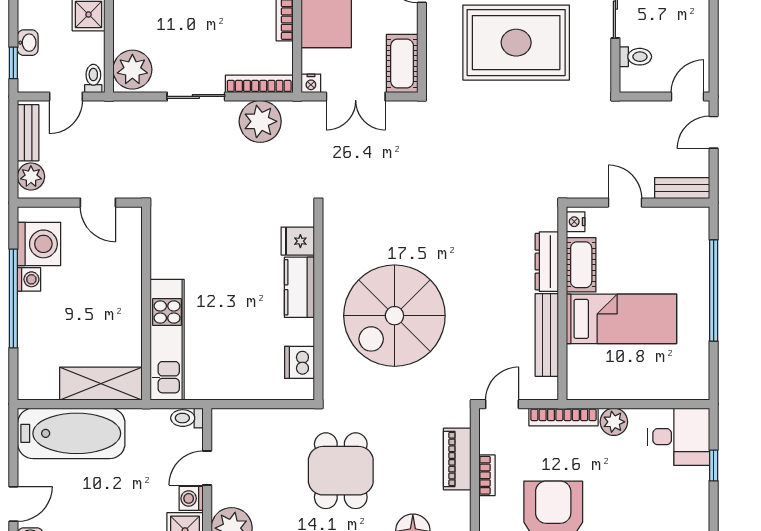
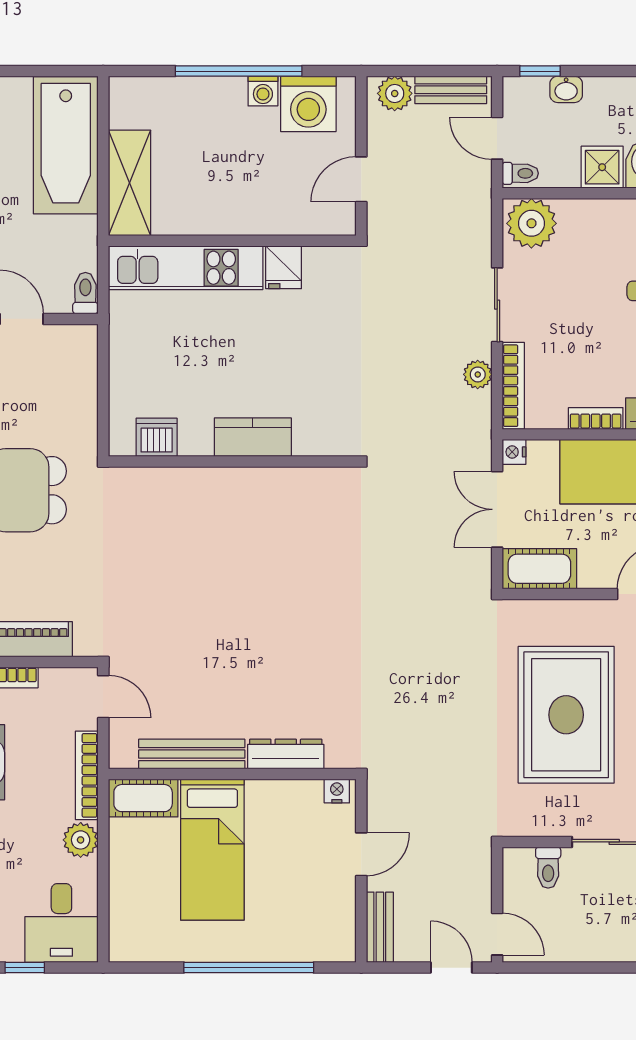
plant: (260, 121) -> (478, 374), width x0.53, depth x0.53
fridge: (298, 241) -> (284, 267), moved, turned 180
cot: (581, 265) -> (143, 798), moved
spiral stairs: (394, 316) -> (216, 559), removed

